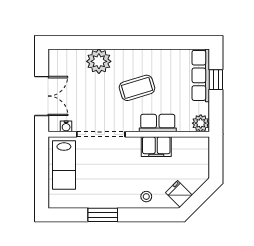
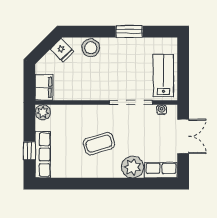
double door: (42, 96) -> (183, 136), swing flipped
row of seats: (158, 123) -> (161, 170), moved, turned 180
filing cabinet: (156, 147) -> (44, 87), moved, turned 90
stool: (146, 197) -> (91, 48), width x1.89, depth x1.89

